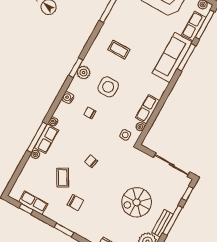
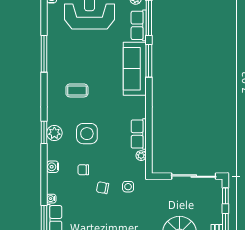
side table: (125, 135) -> (128, 187), moved
chair: (91, 161) -> (103, 188), moved

